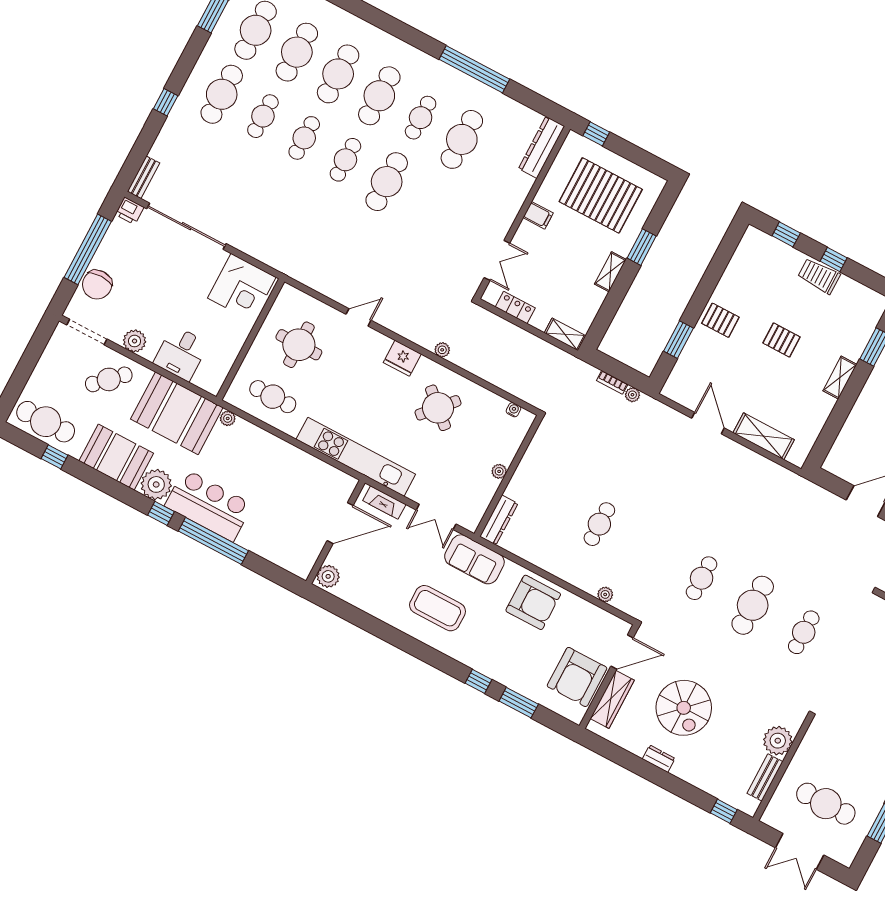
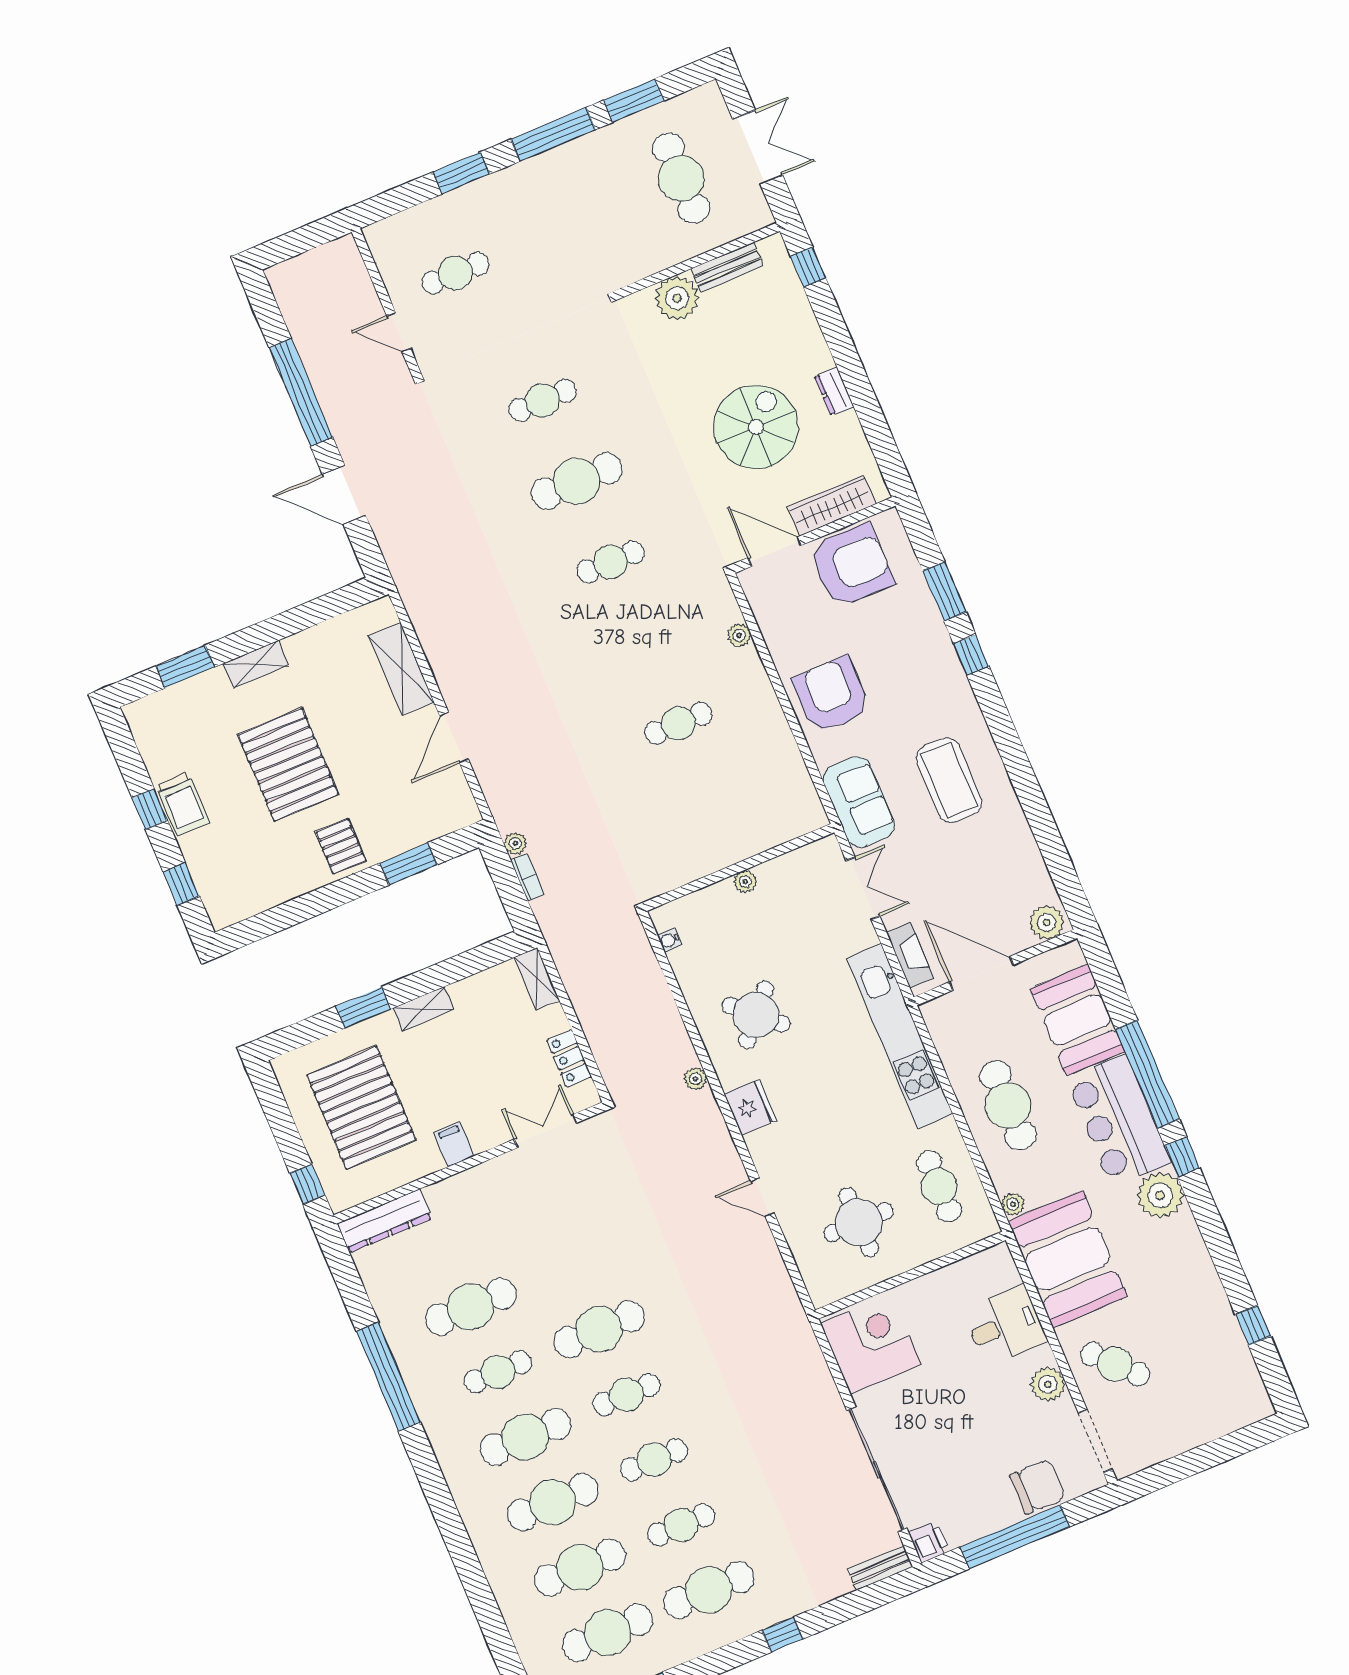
pallet: (781, 340) -> (288, 765), width x2.05, depth x2.00
cafe table: (46, 422) -> (1008, 1105), moved
booth: (116, 457) -> (1077, 1020), moved
dresser: (499, 520) -> (792, 825), removed

